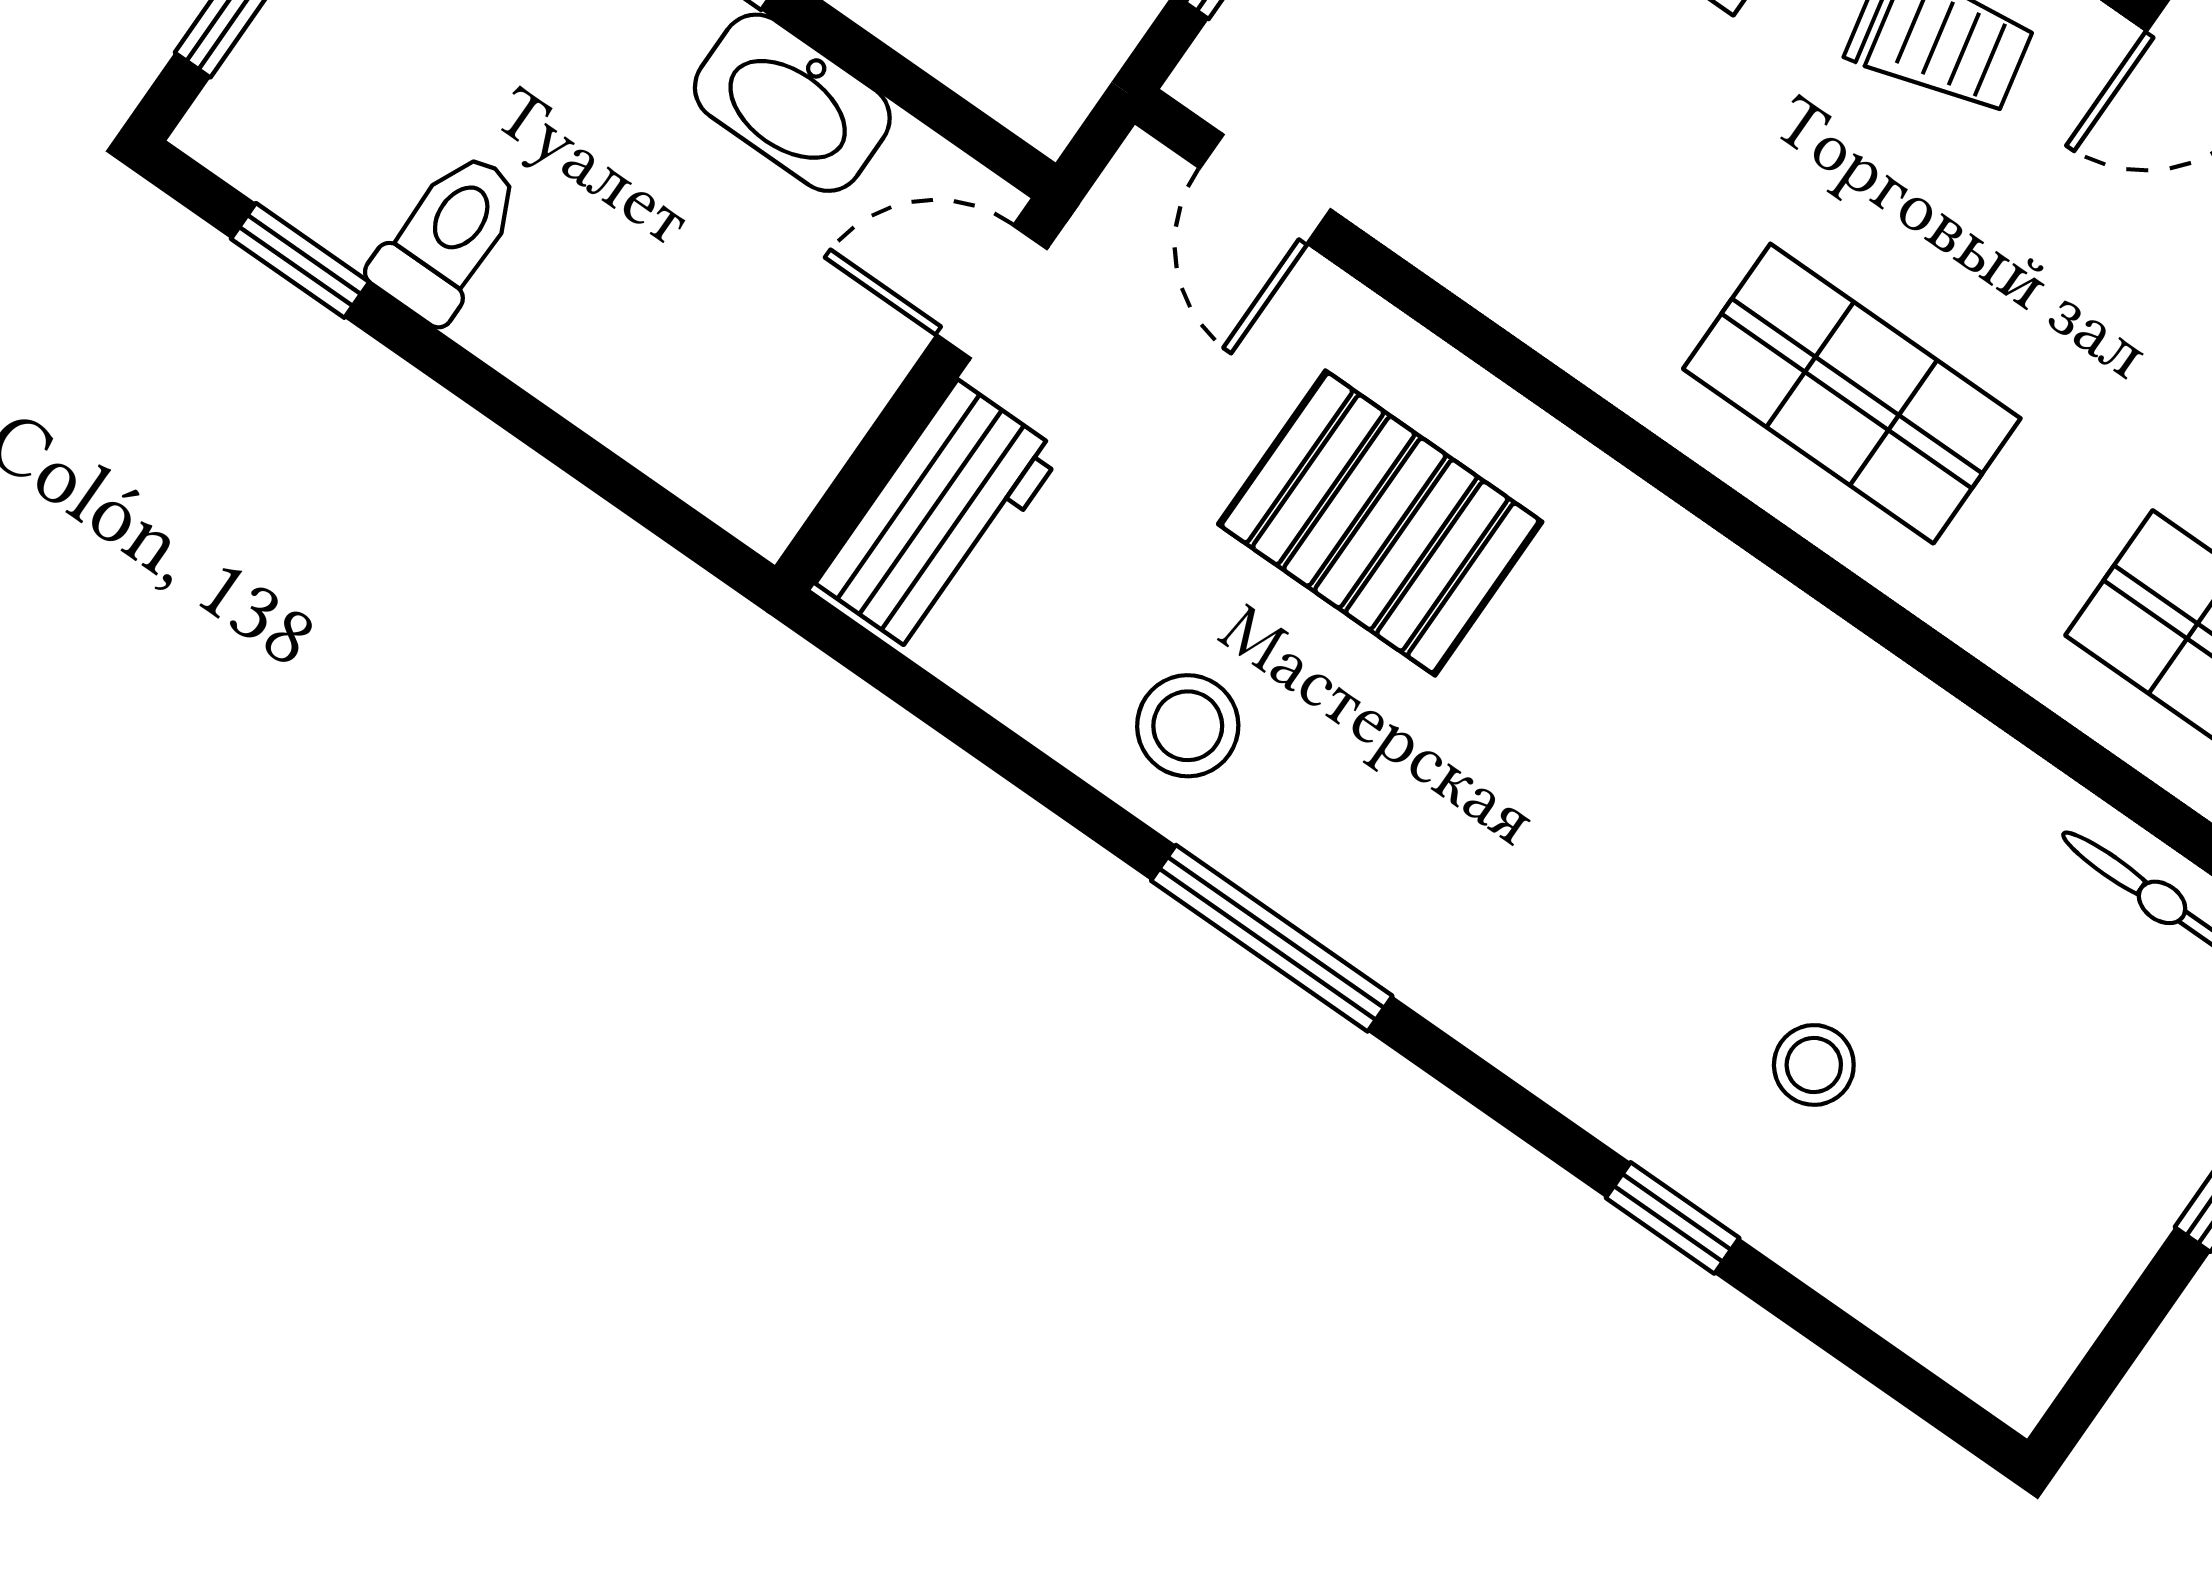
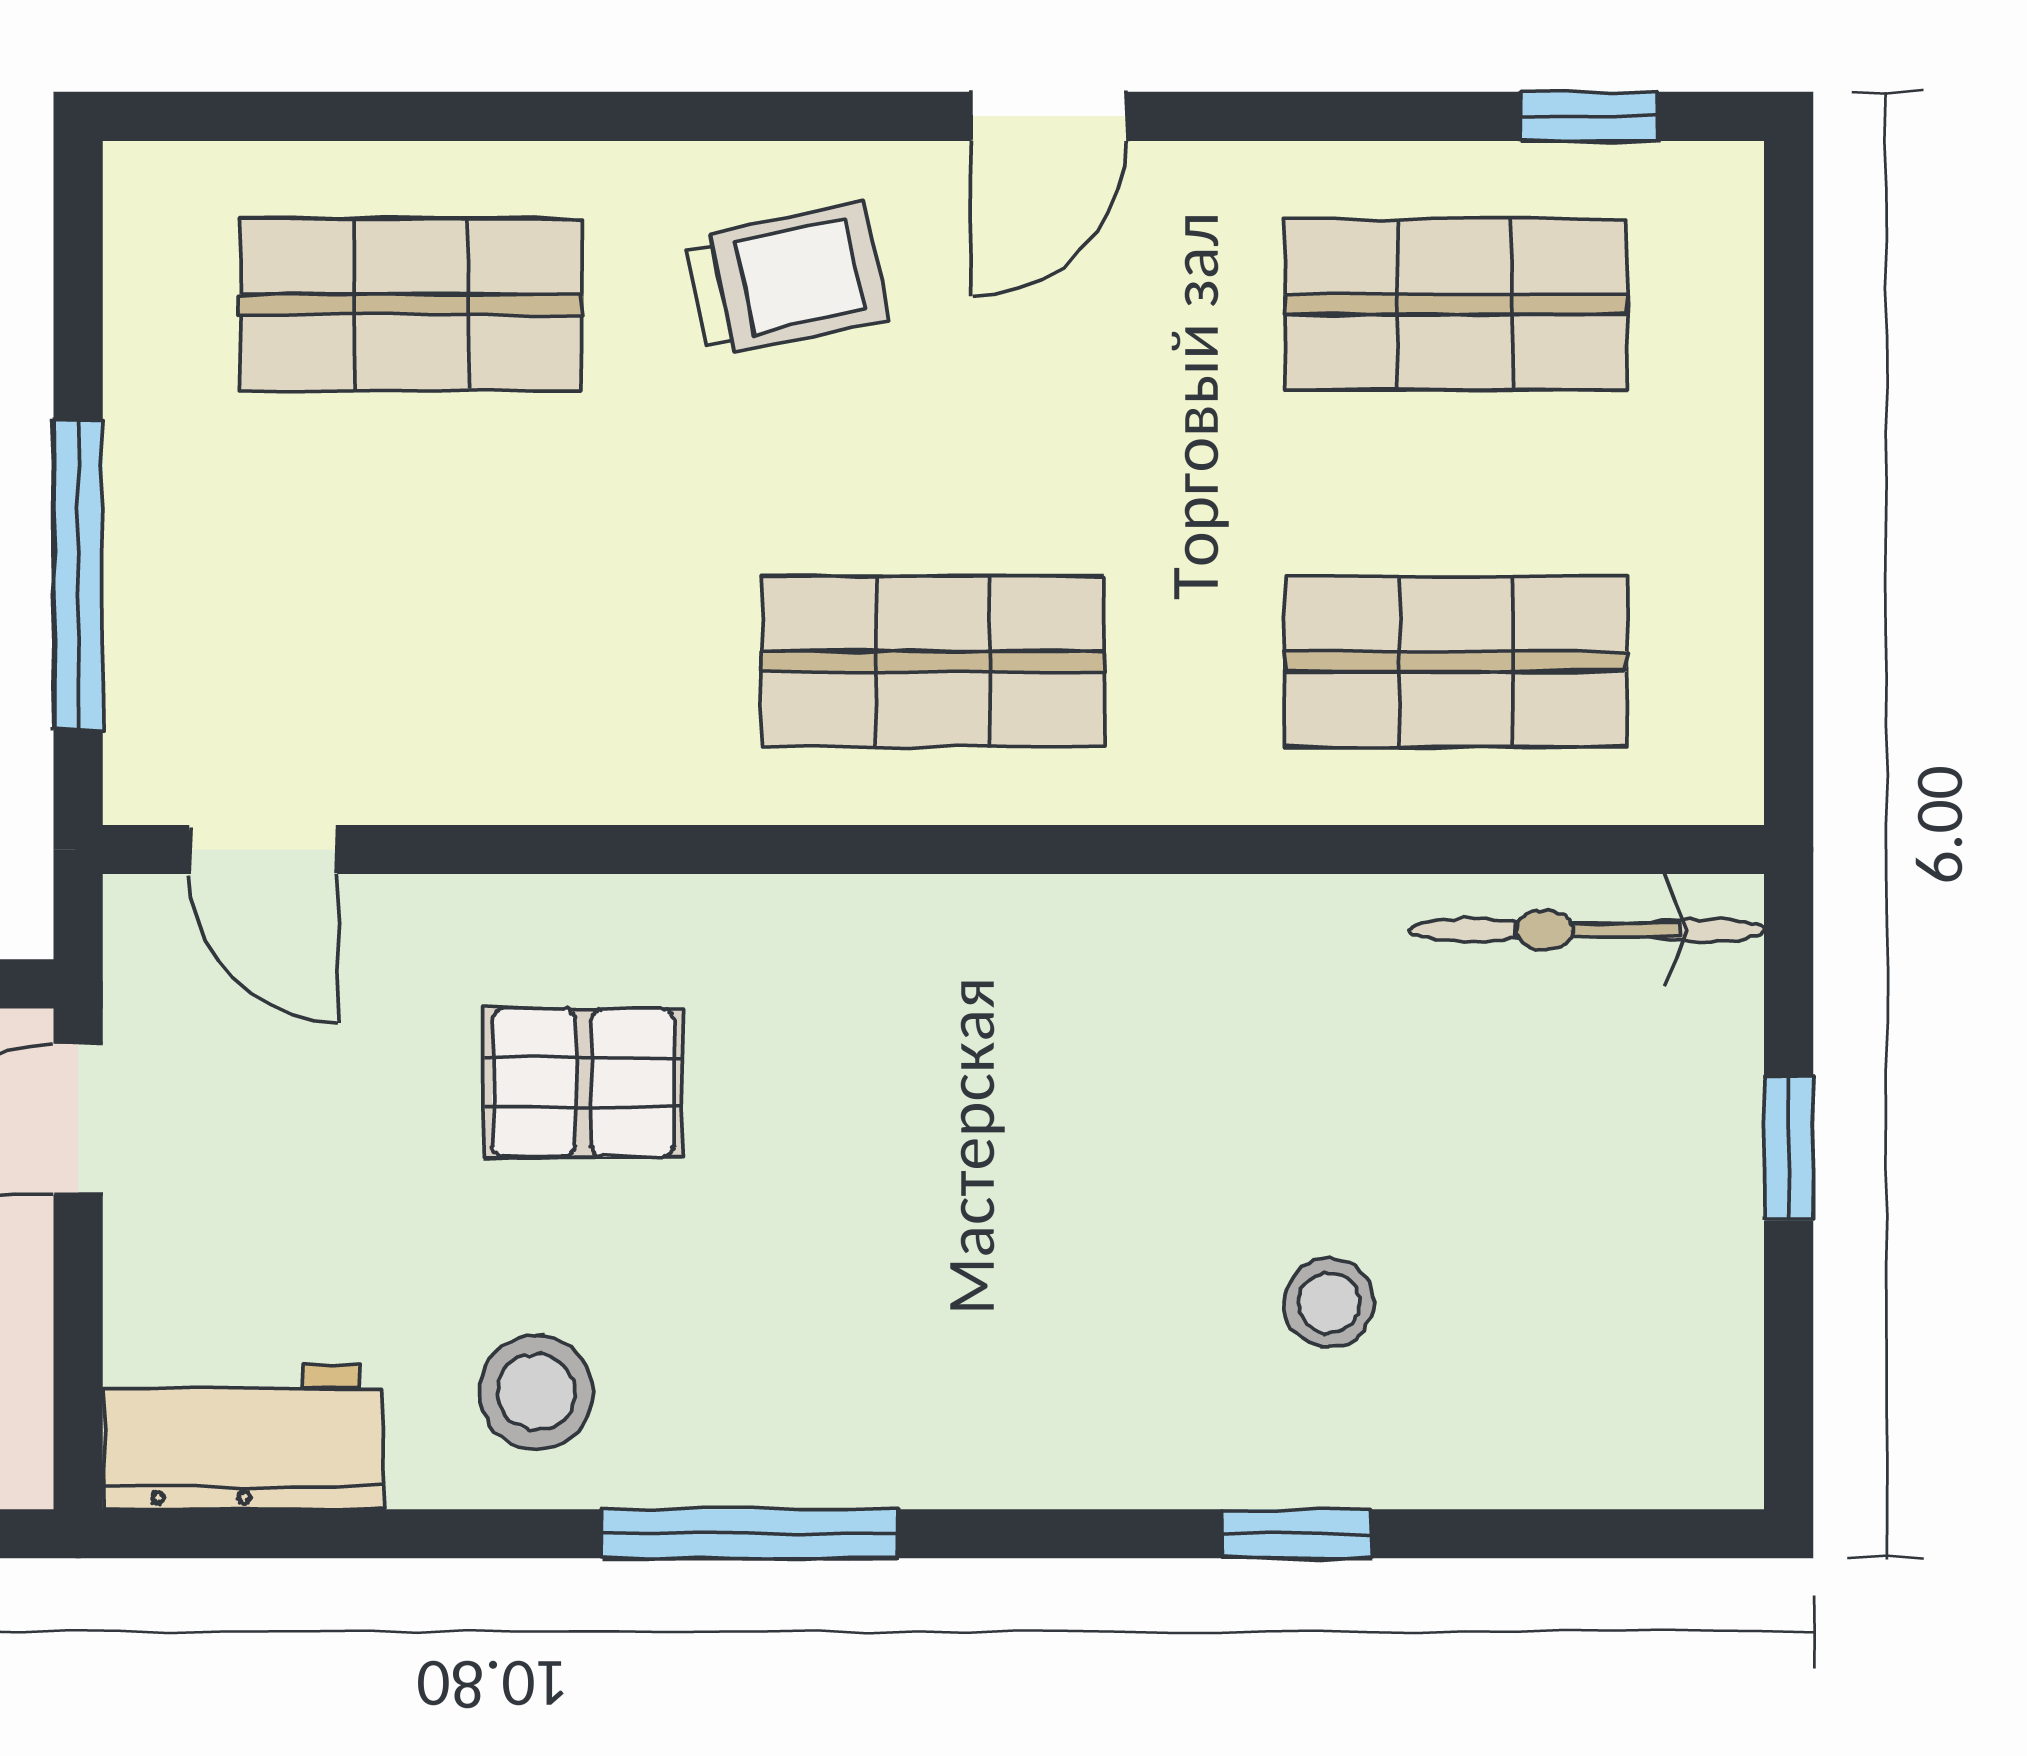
workbench: (939, 518) -> (243, 1437), moved, turned -90
pallet: (1380, 523) -> (583, 1083), width x0.67, depth x0.71

